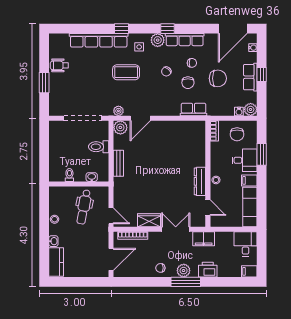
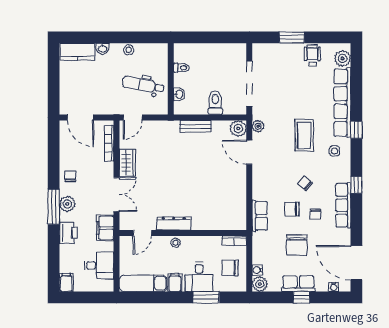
plant: (158, 40) -> (343, 58), moved
desk: (246, 244) -> (99, 265), moved

